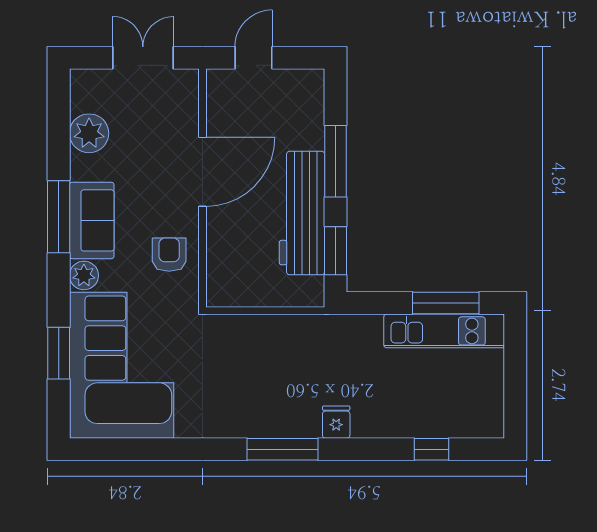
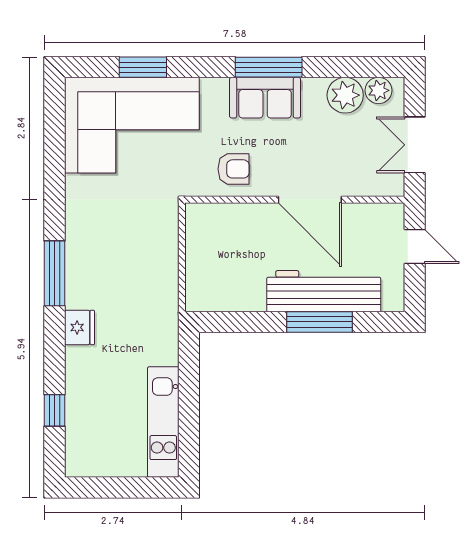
double door: (143, 58) -> (415, 145), swing flipped
workbench: (302, 213) -> (324, 291), moved
window: (335, 251) -> (237, 322), removed
plant: (84, 275) -> (378, 90), moved
window: (446, 303) -> (189, 423), removed
fridge: (336, 422) -> (79, 327), width x1.38

